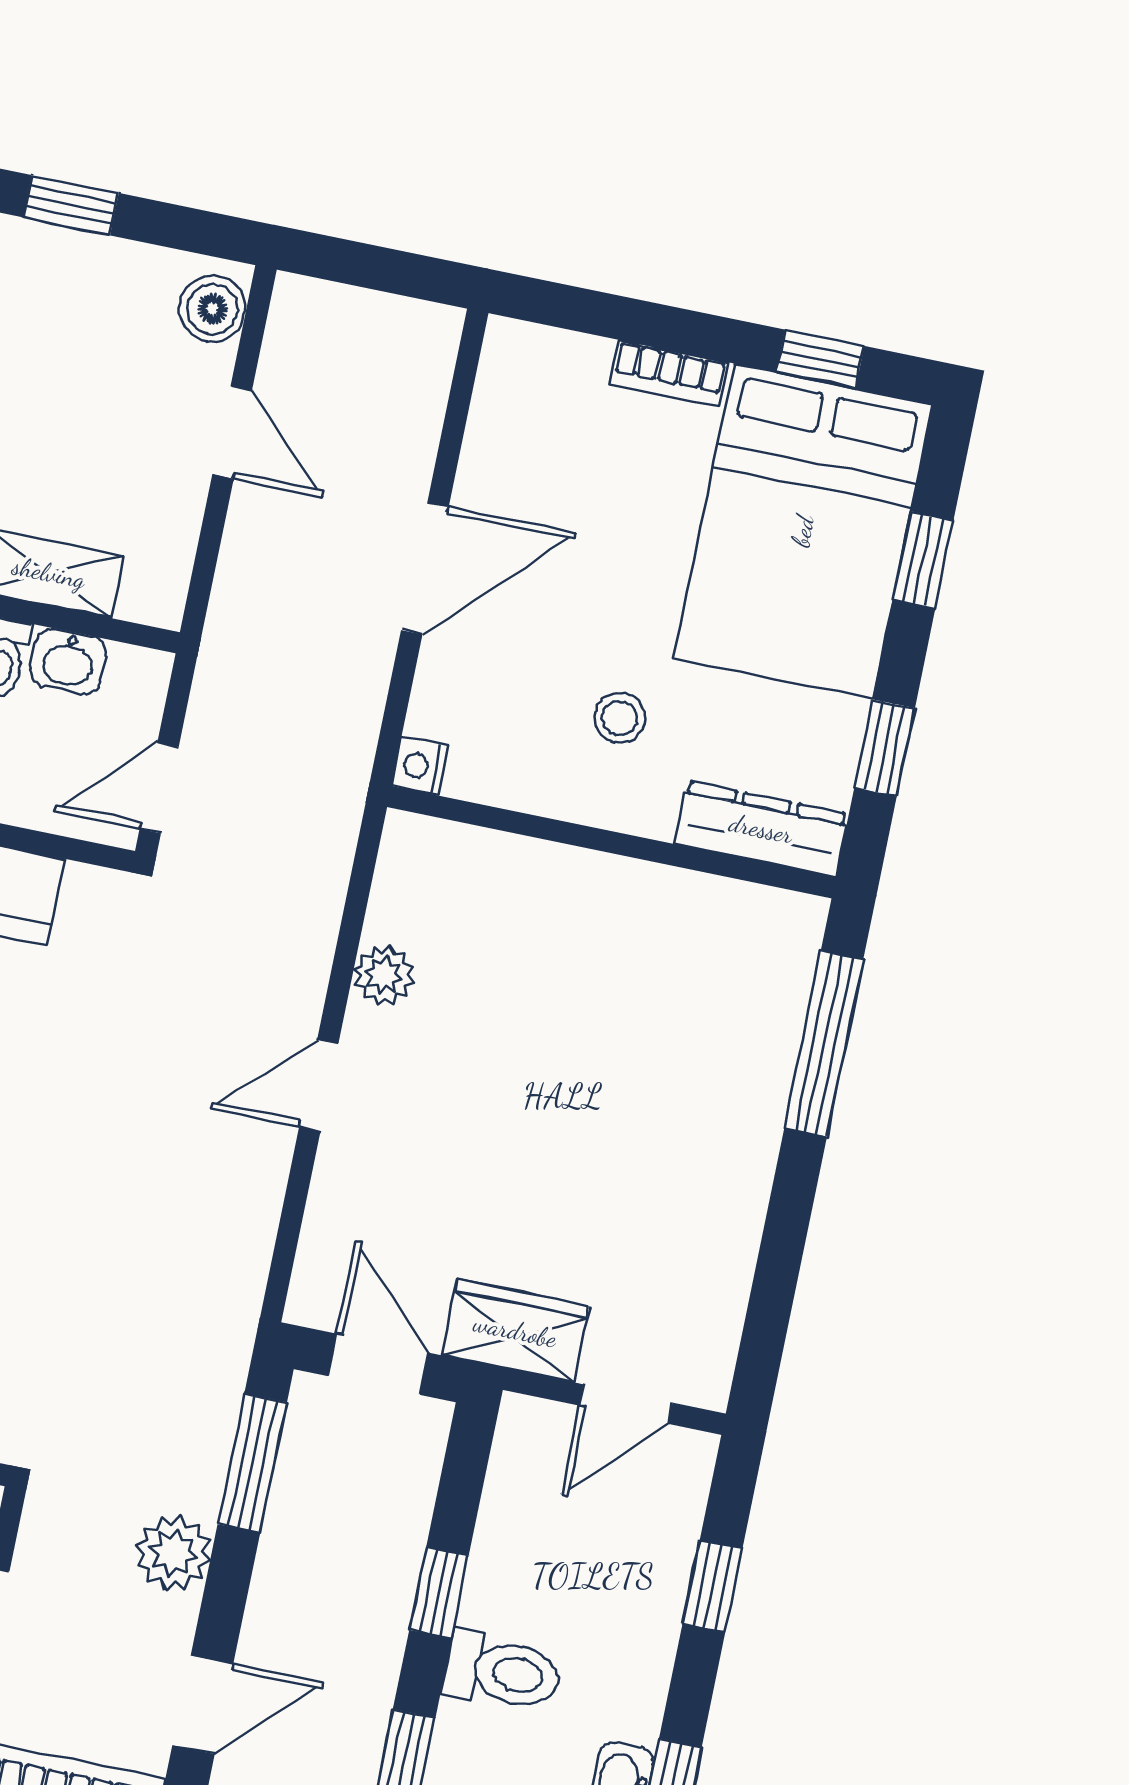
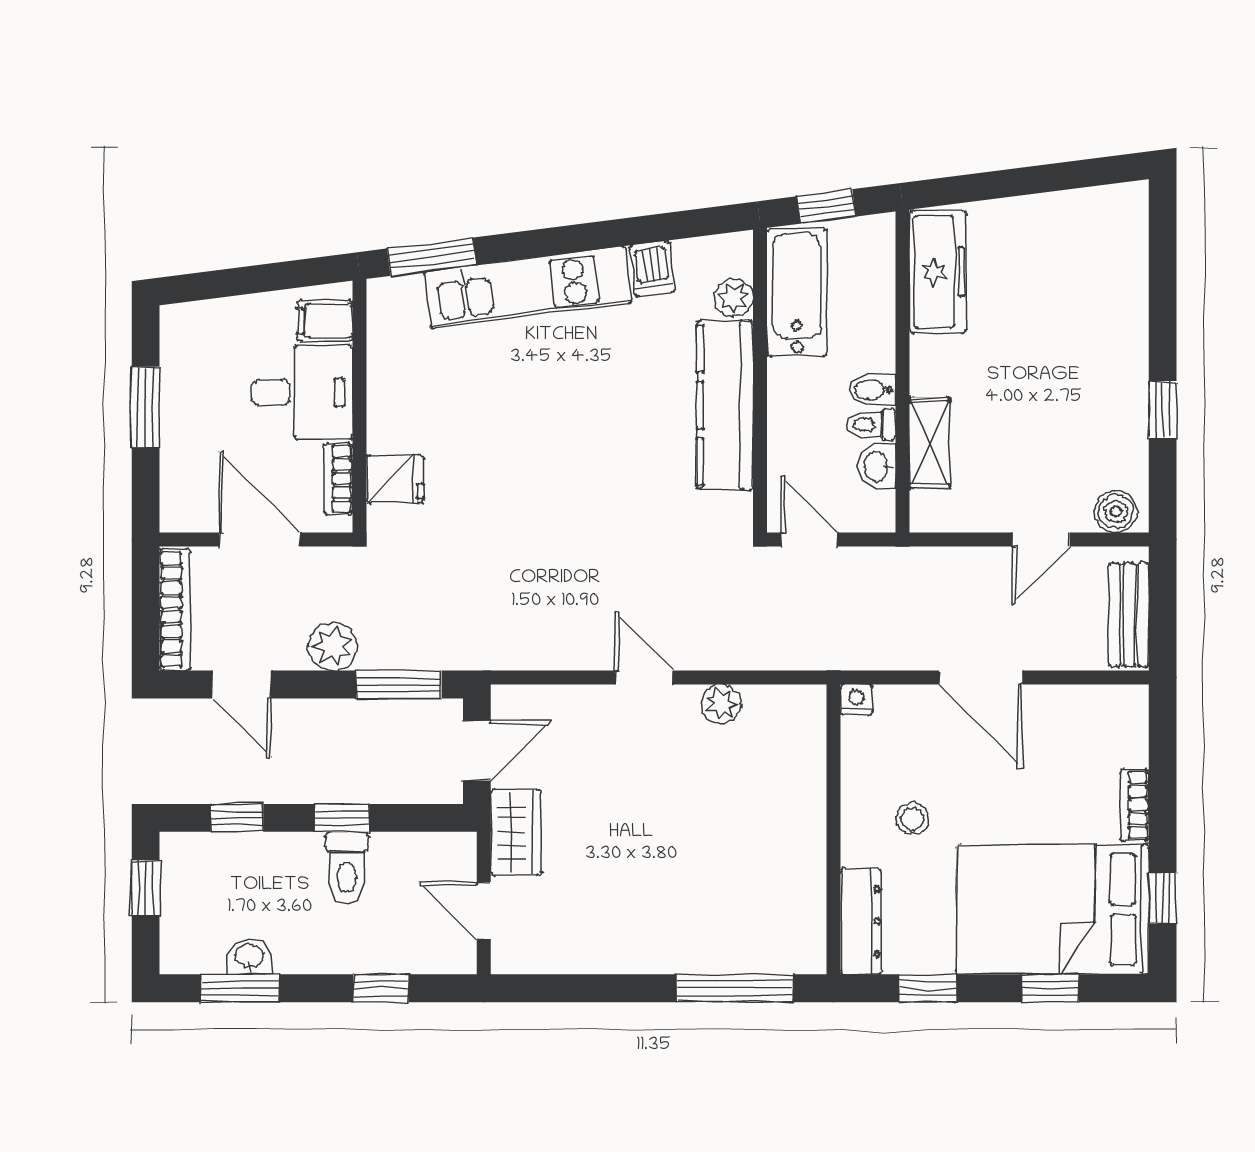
bench: (375, 322) -> (1129, 615), added
toilet: (502, 1672) -> (347, 868), moved

